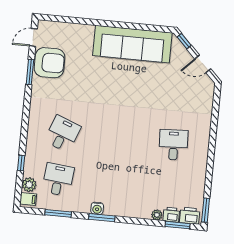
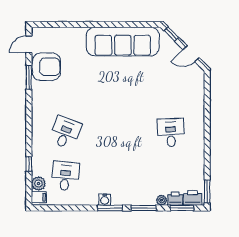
window: (58, 213) -> (144, 208), moved

